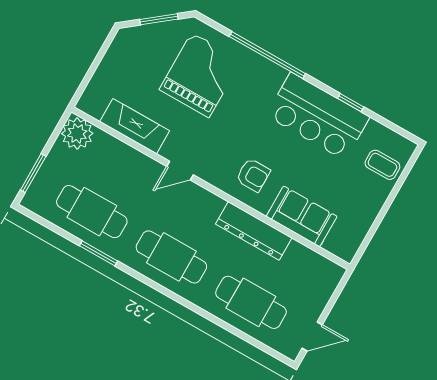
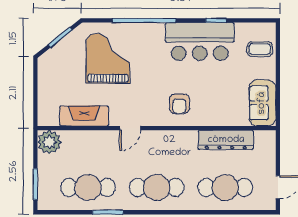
armchair: (253, 175) -> (179, 104), turned 90
sofa: (302, 216) -> (262, 103), moved, turned -90
dresser: (254, 231) -> (226, 140), moved

